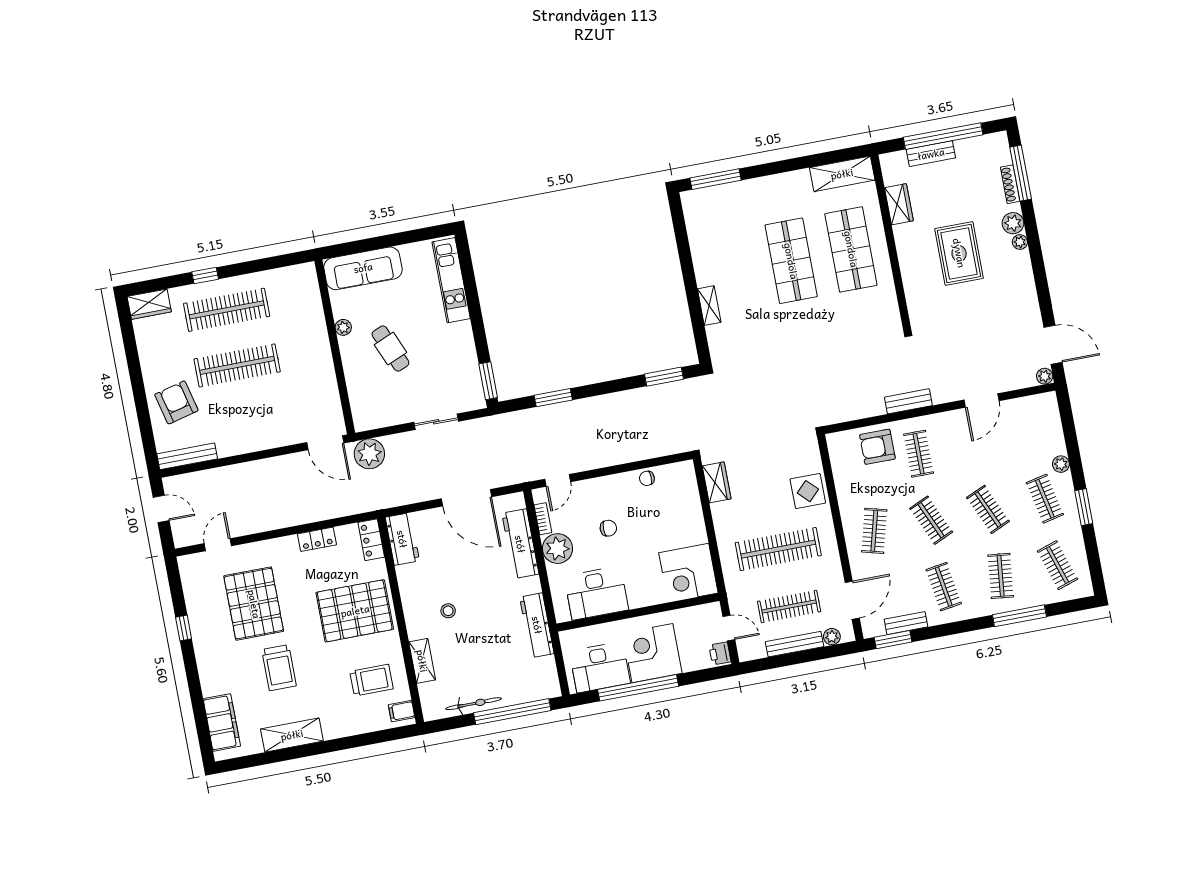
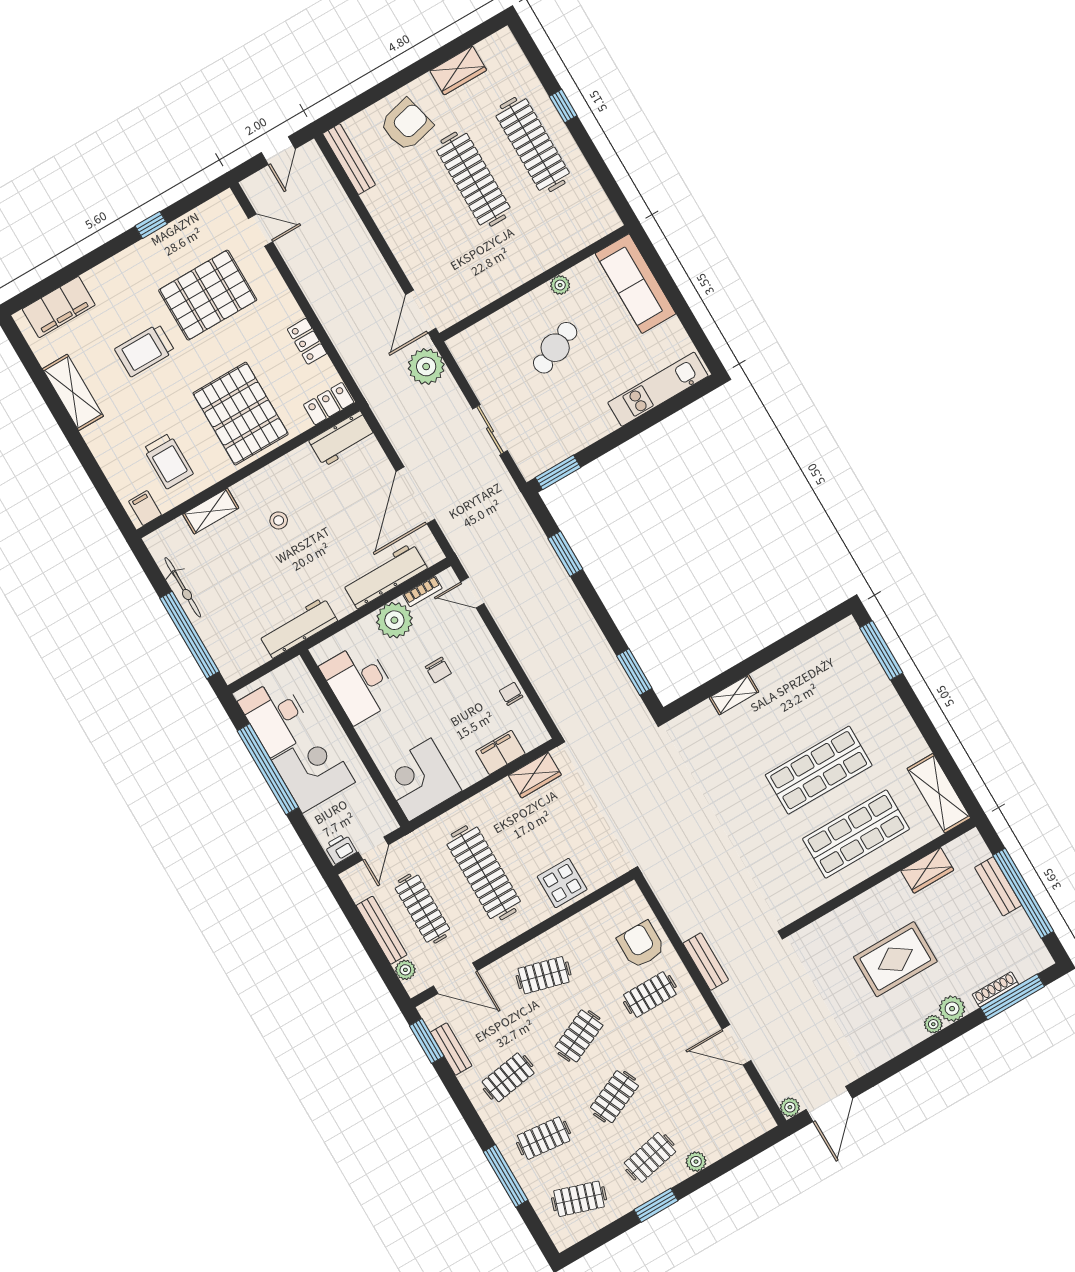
wardrobe: (149, 304) -> (458, 71), moved, turned -90
filing cabinet: (689, 503) -> (500, 752), added
clothes rail: (1057, 565) -> (579, 1199), turned 36

